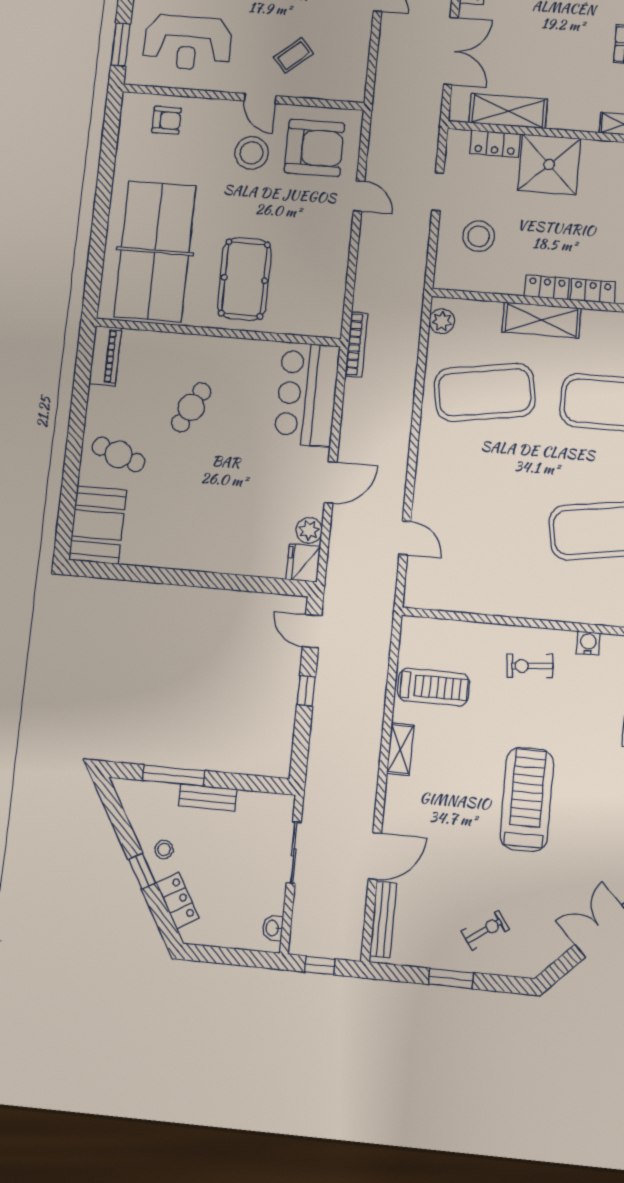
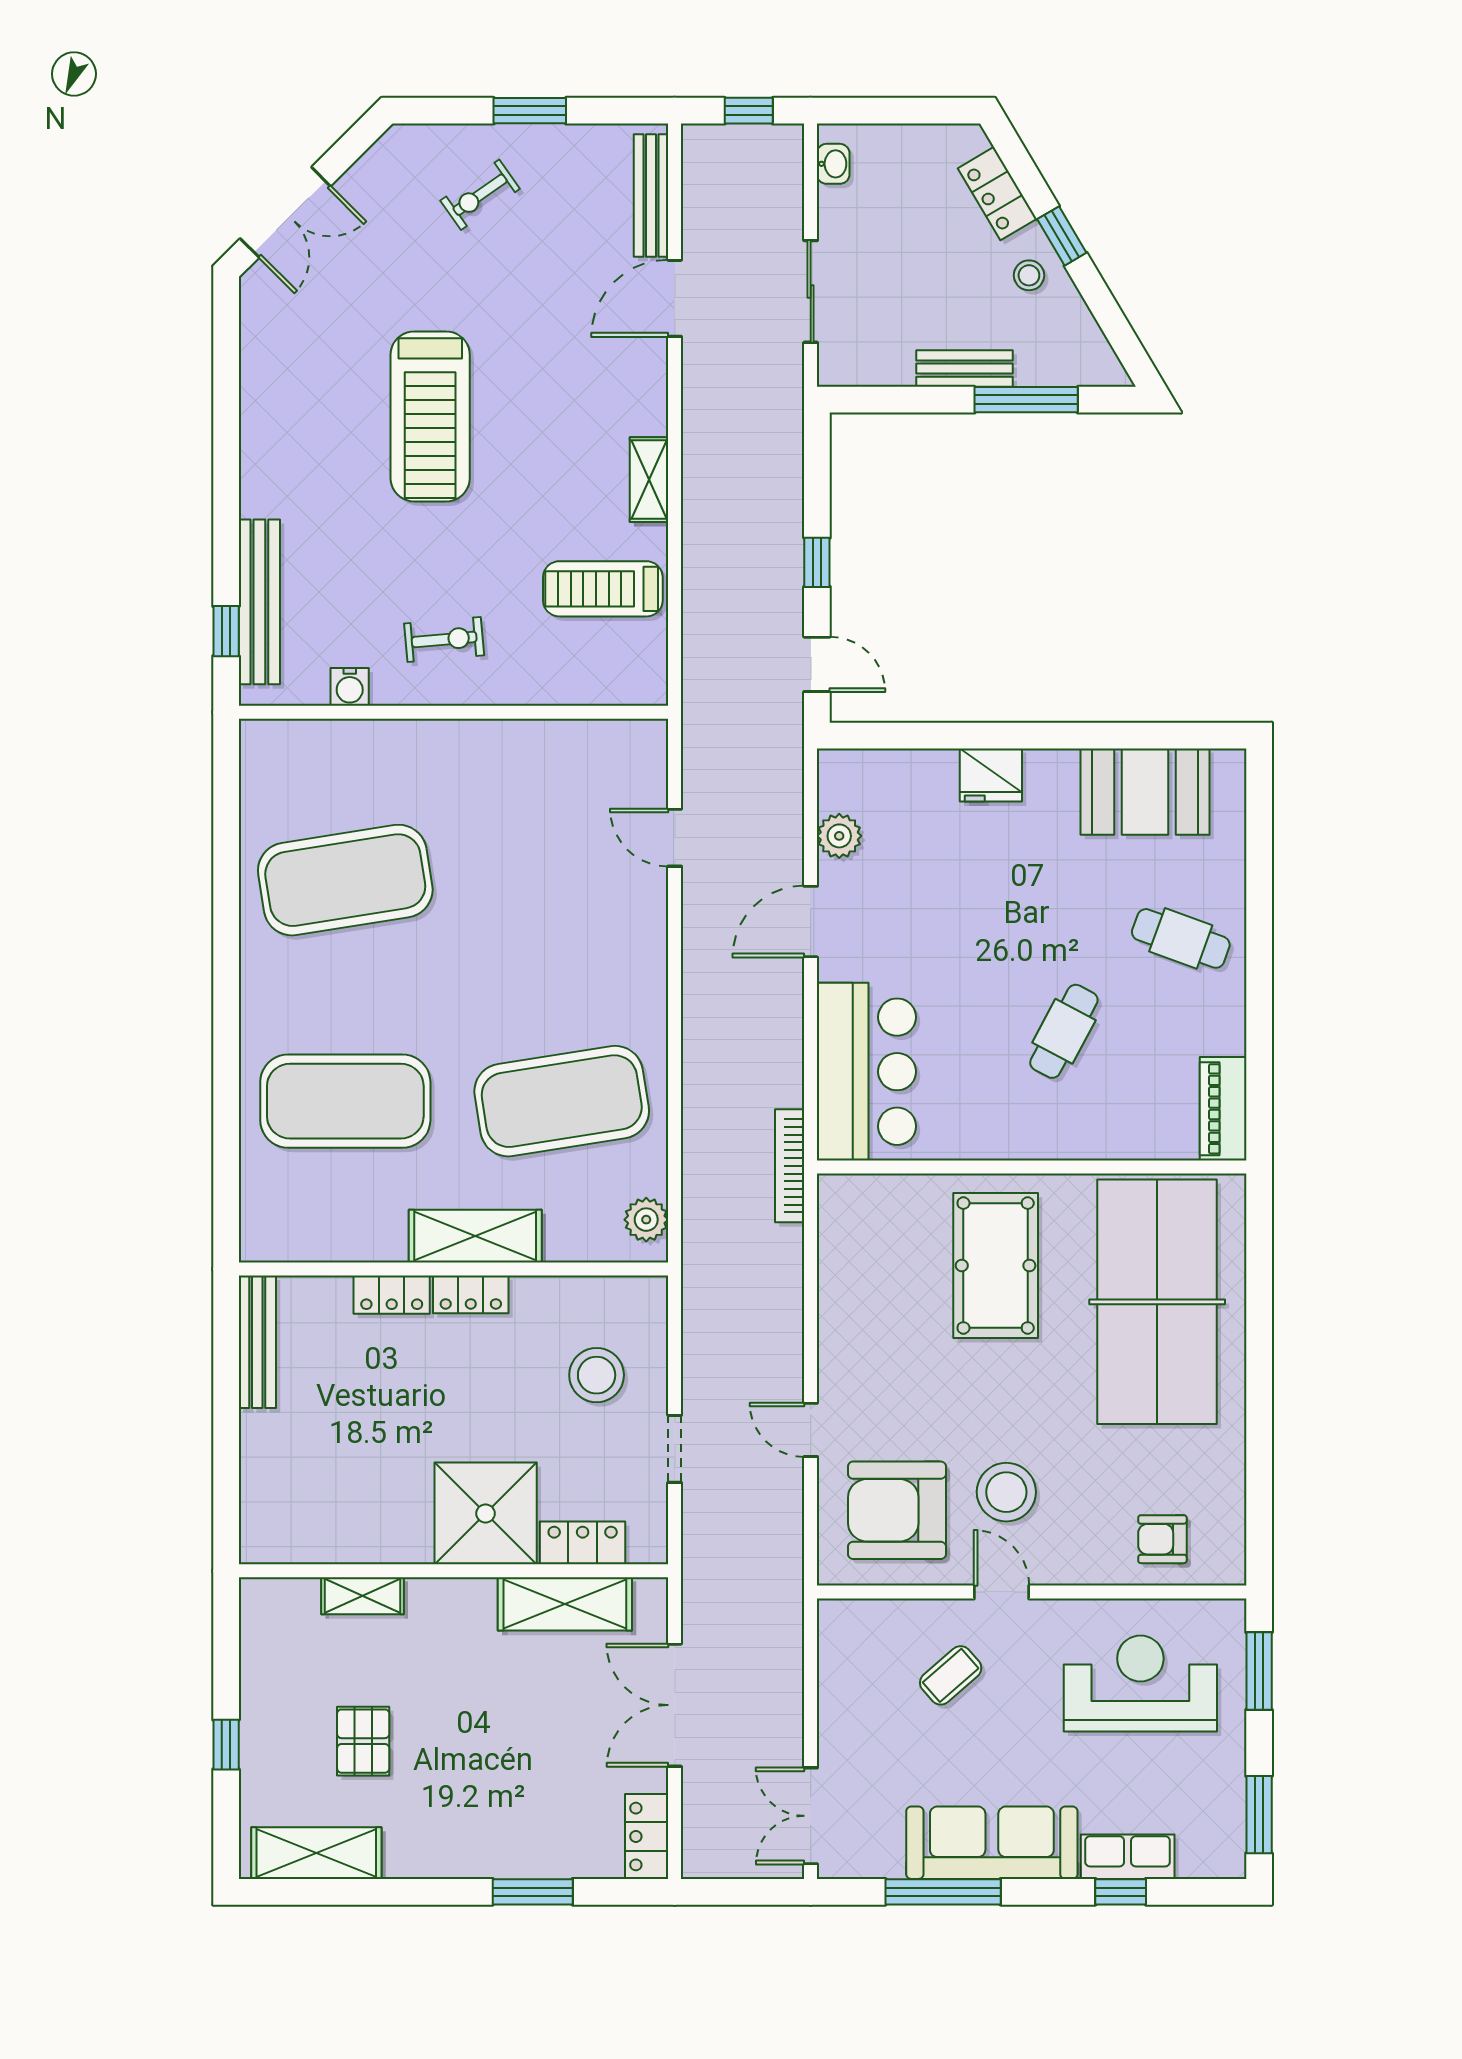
booth: (98, 525) -> (1145, 792), moved, turned 90
fridge: (303, 563) -> (991, 775), moved, turned 90

